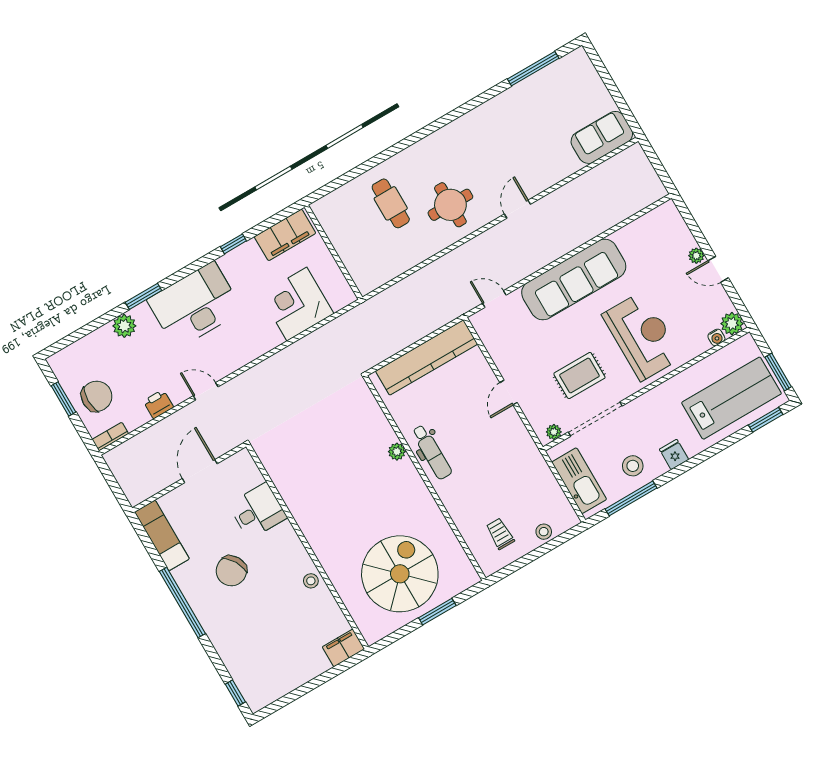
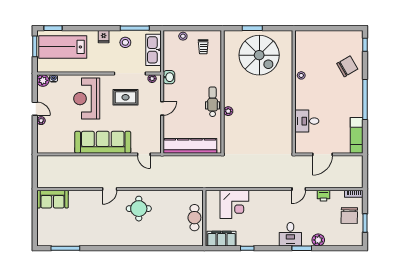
cafe table: (391, 203) -> (194, 218), moved
desk: (195, 305) -> (290, 234), width x0.53, depth x0.77
door: (206, 391) -> (299, 189), hinge flipped
chair: (97, 396) -> (349, 216), turned -89
washbasin: (527, 450) -> (169, 77), added
chair: (231, 571) -> (347, 66), moved
spiral stairs: (400, 574) -> (259, 55), turned -90
filing cabinet: (343, 648) -> (304, 37), removed

